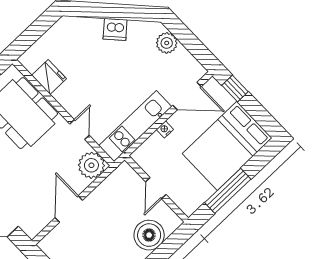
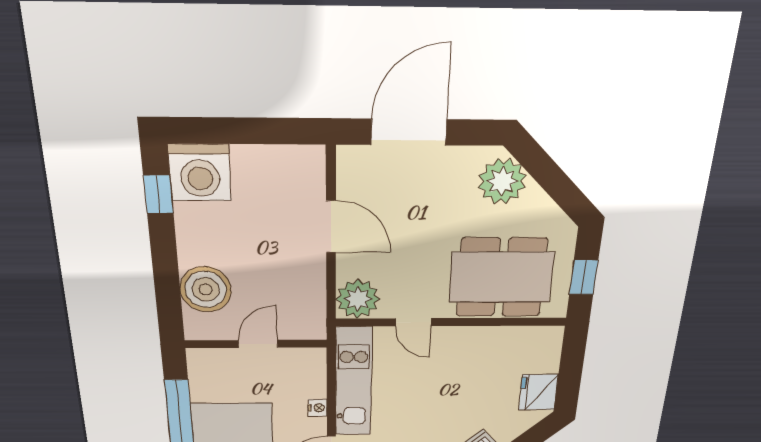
fridge: (49, 77) -> (539, 392), moved, turned 90
door: (156, 188) -> (258, 344), hinge flipped

